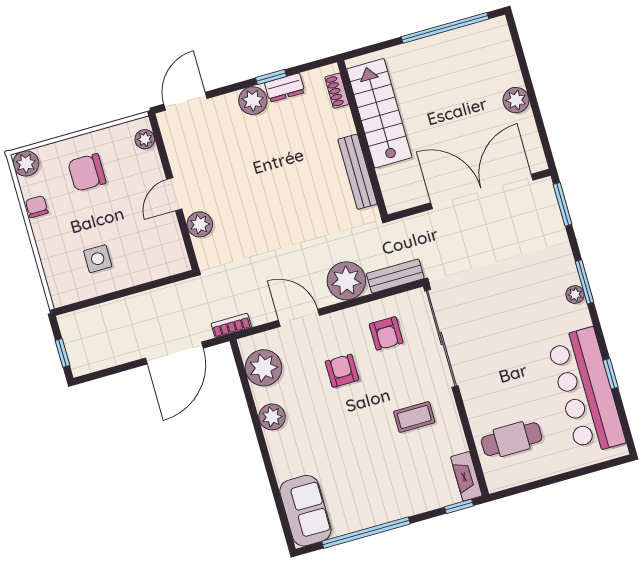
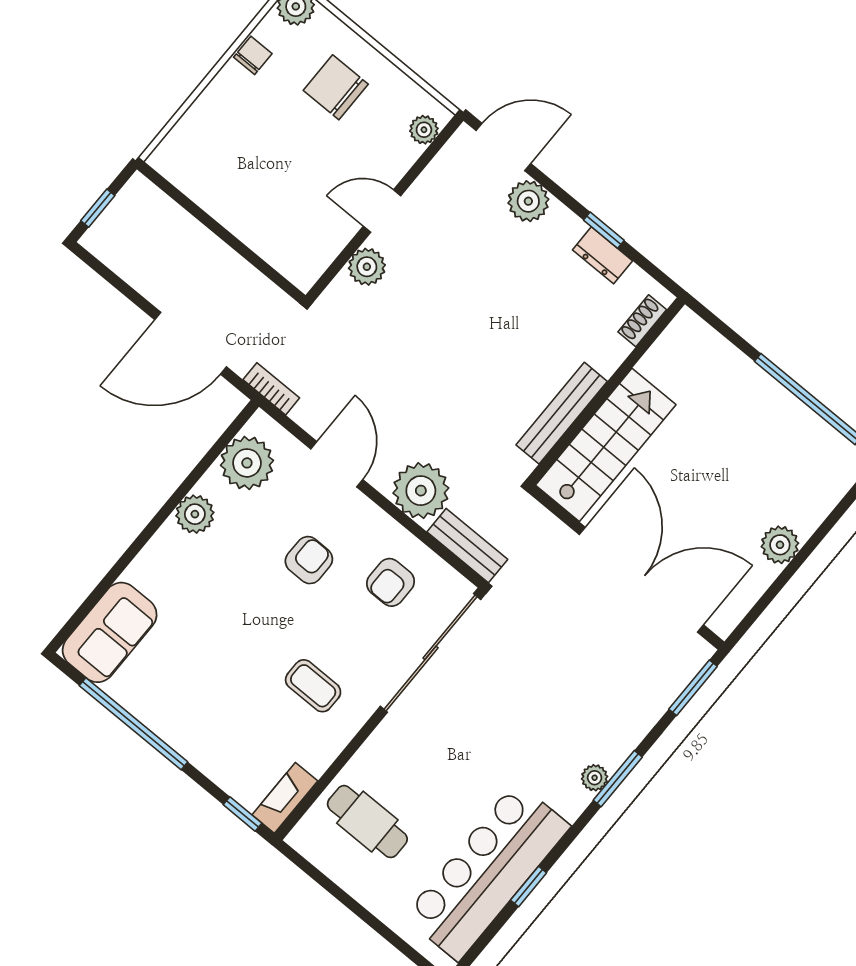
plant: (253, 101) -> (528, 201), moved
stairs: (379, 113) -> (606, 445), moved
side table: (98, 259) -> (241, 172), removed

